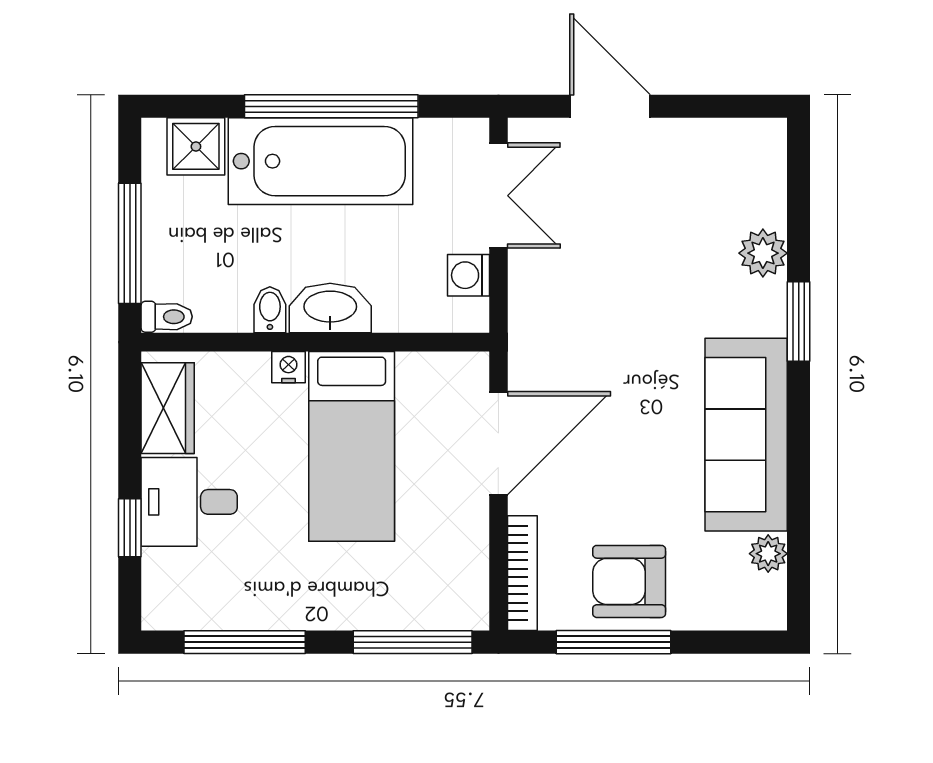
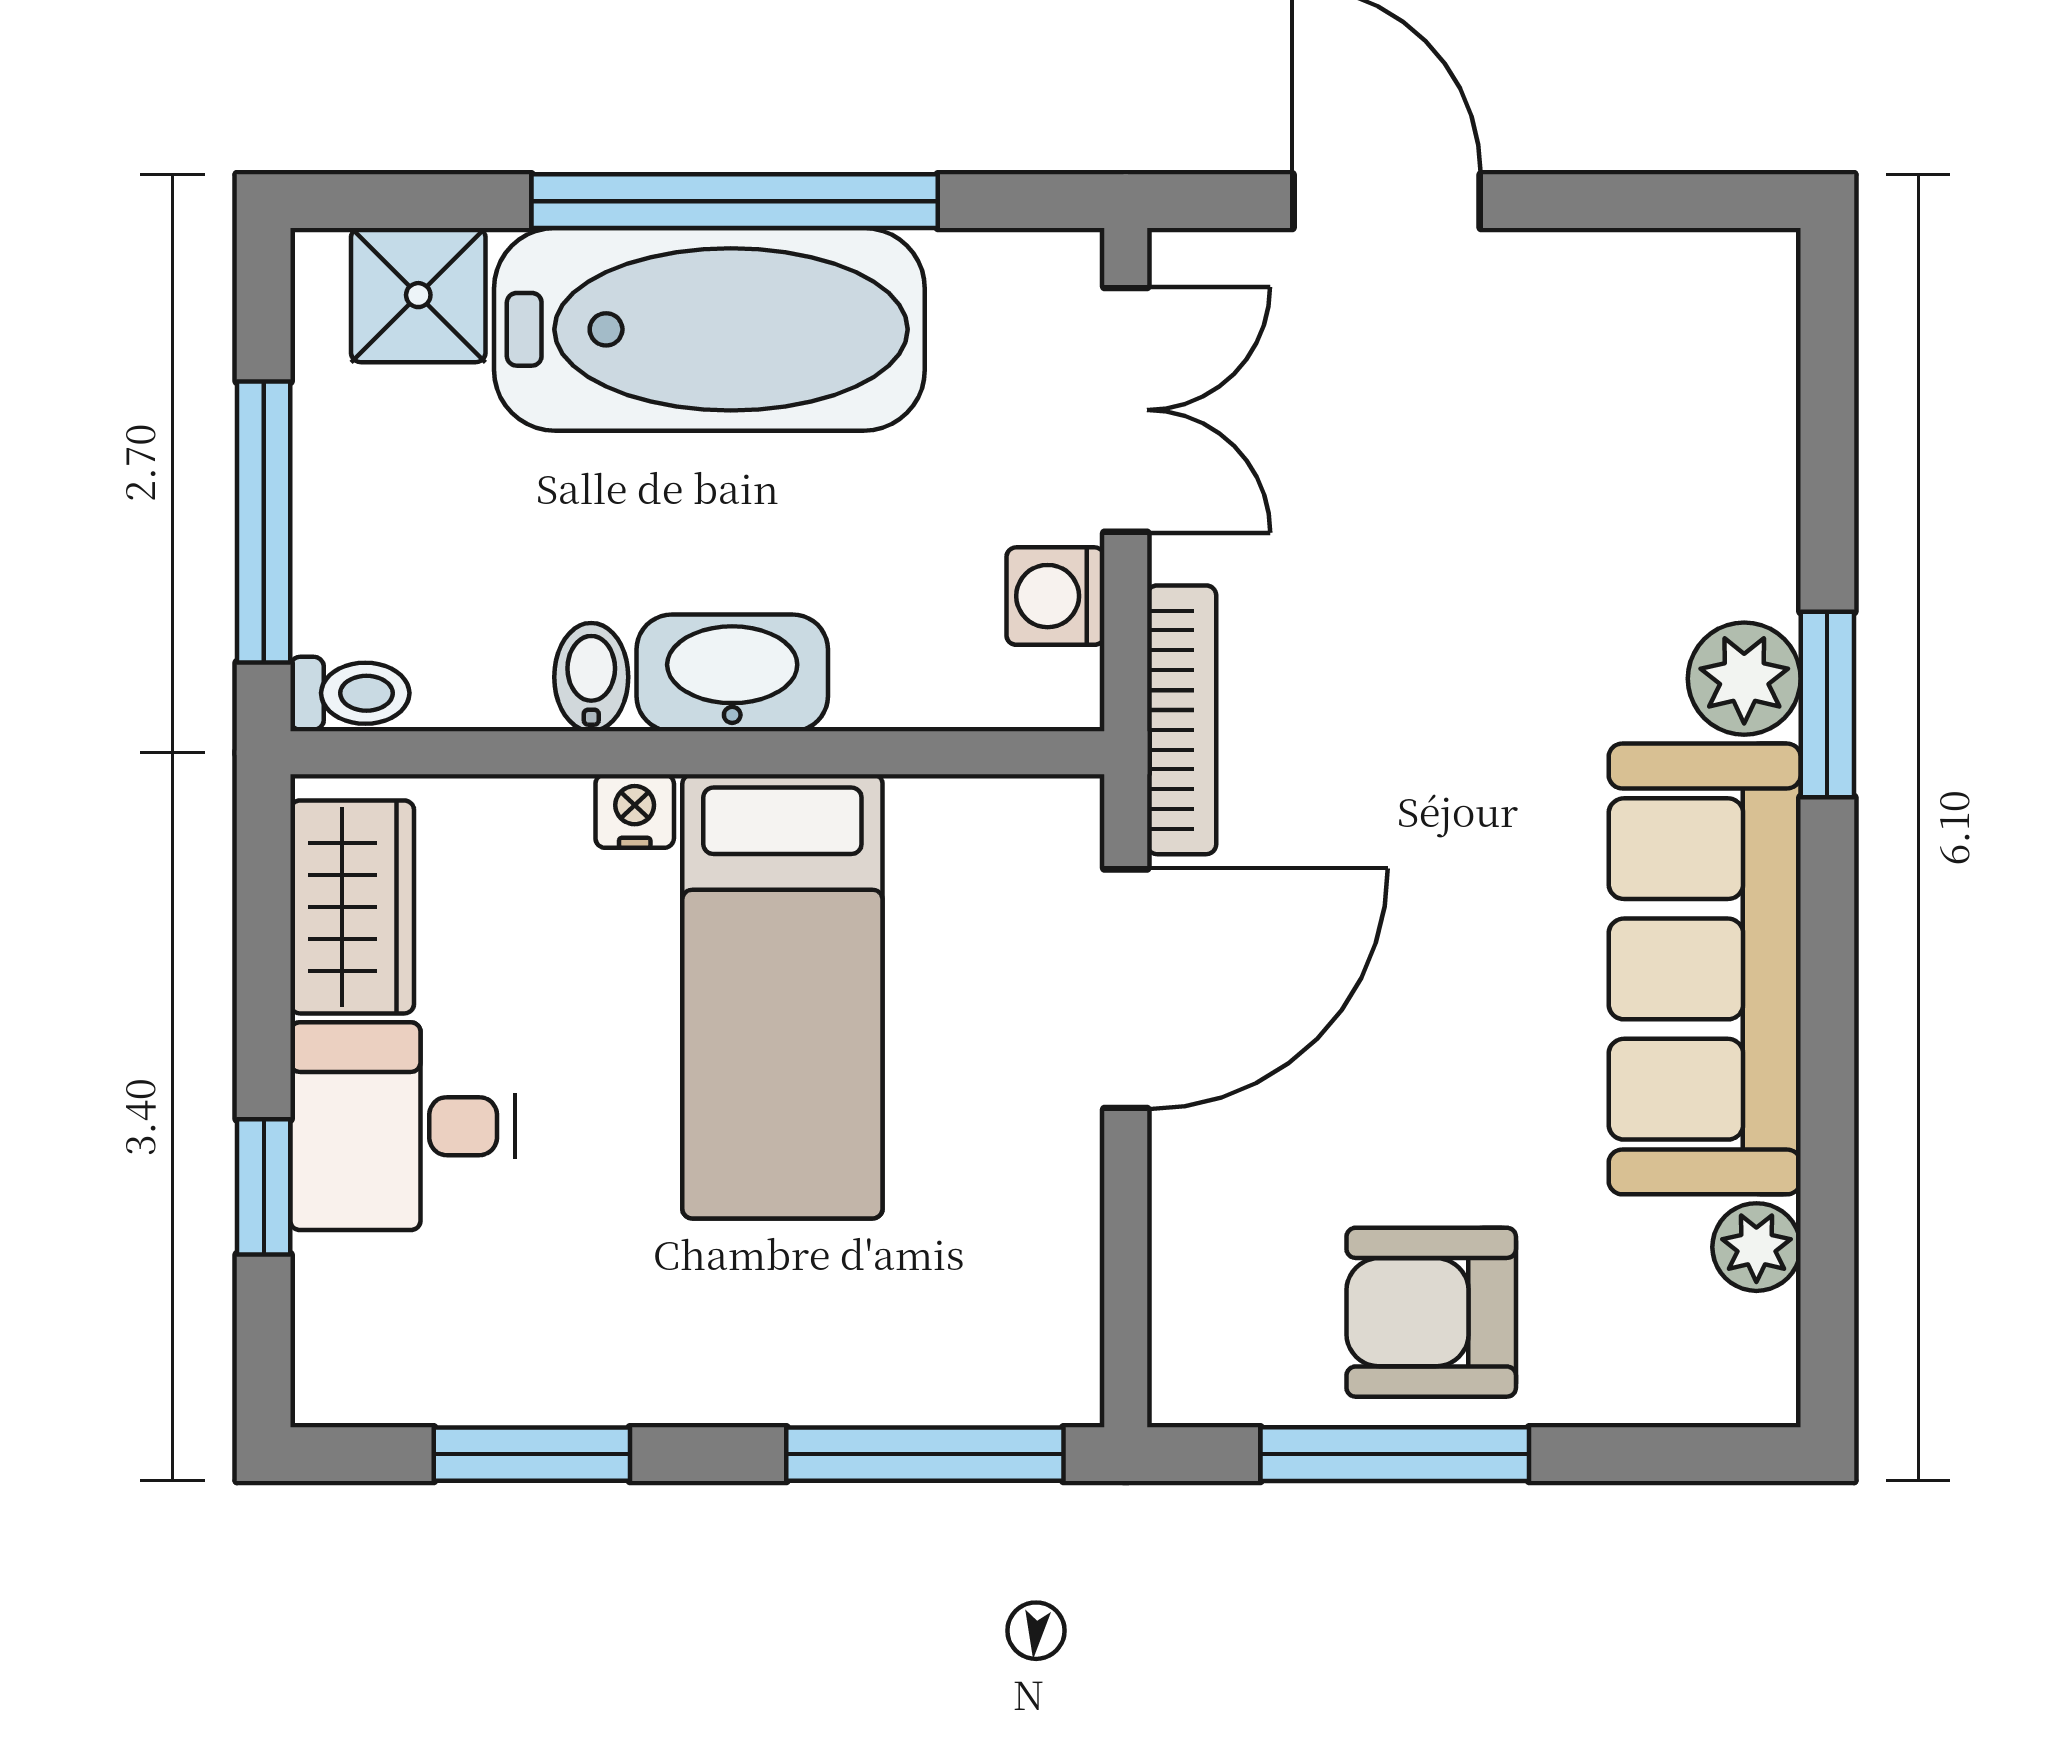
plant: (763, 253) -> (1744, 679), moved
bookcase: (522, 573) -> (1182, 720), moved
window: (245, 642) -> (532, 1454), width x0.69

